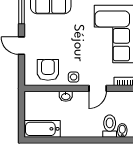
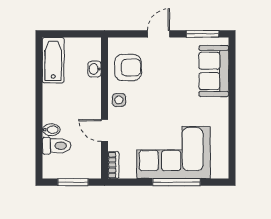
washbasin: (66, 96) -> (94, 69), moved
bidet: (122, 130) -> (51, 130), moved

